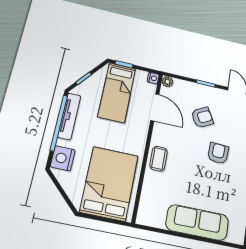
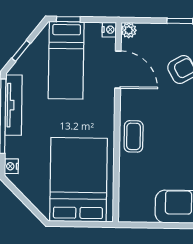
nightstand: (63, 158) -> (11, 166), width x0.53, depth x0.56

